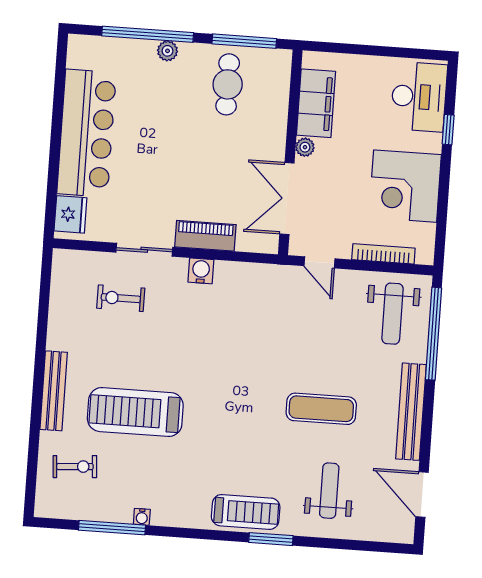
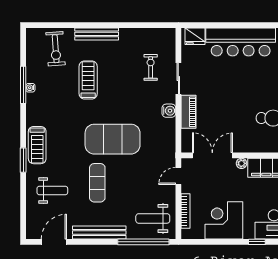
exercise mat: (245, 376) -> (113, 139), added
treadmill: (135, 412) -> (88, 80), width x0.73, depth x0.73
exercise bike: (75, 467) -> (56, 49), width x1.38, depth x1.39
window: (112, 528) -> (23, 85), moved

